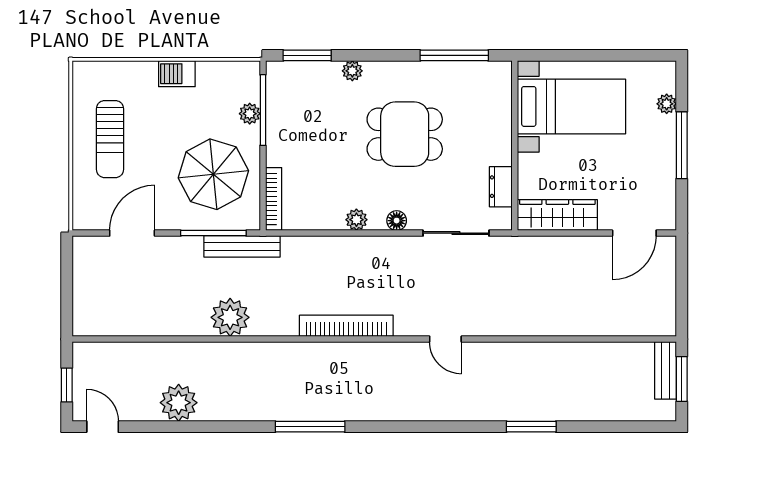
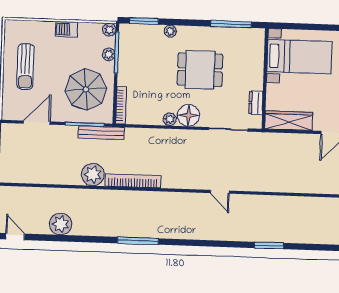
plant: (249, 72) -> (109, 30), added
floor lamp: (397, 221) -> (188, 115), width x1.89, depth x1.89
bookcase: (346, 326) -> (133, 181), moved

